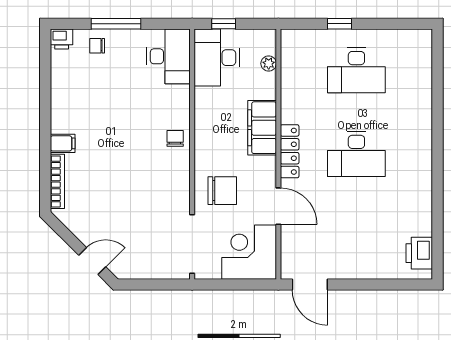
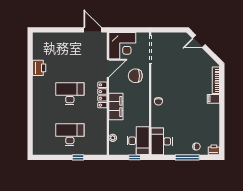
door: (278, 206) -> (108, 68), swing flipped
printer: (419, 253) -> (39, 68), moved

